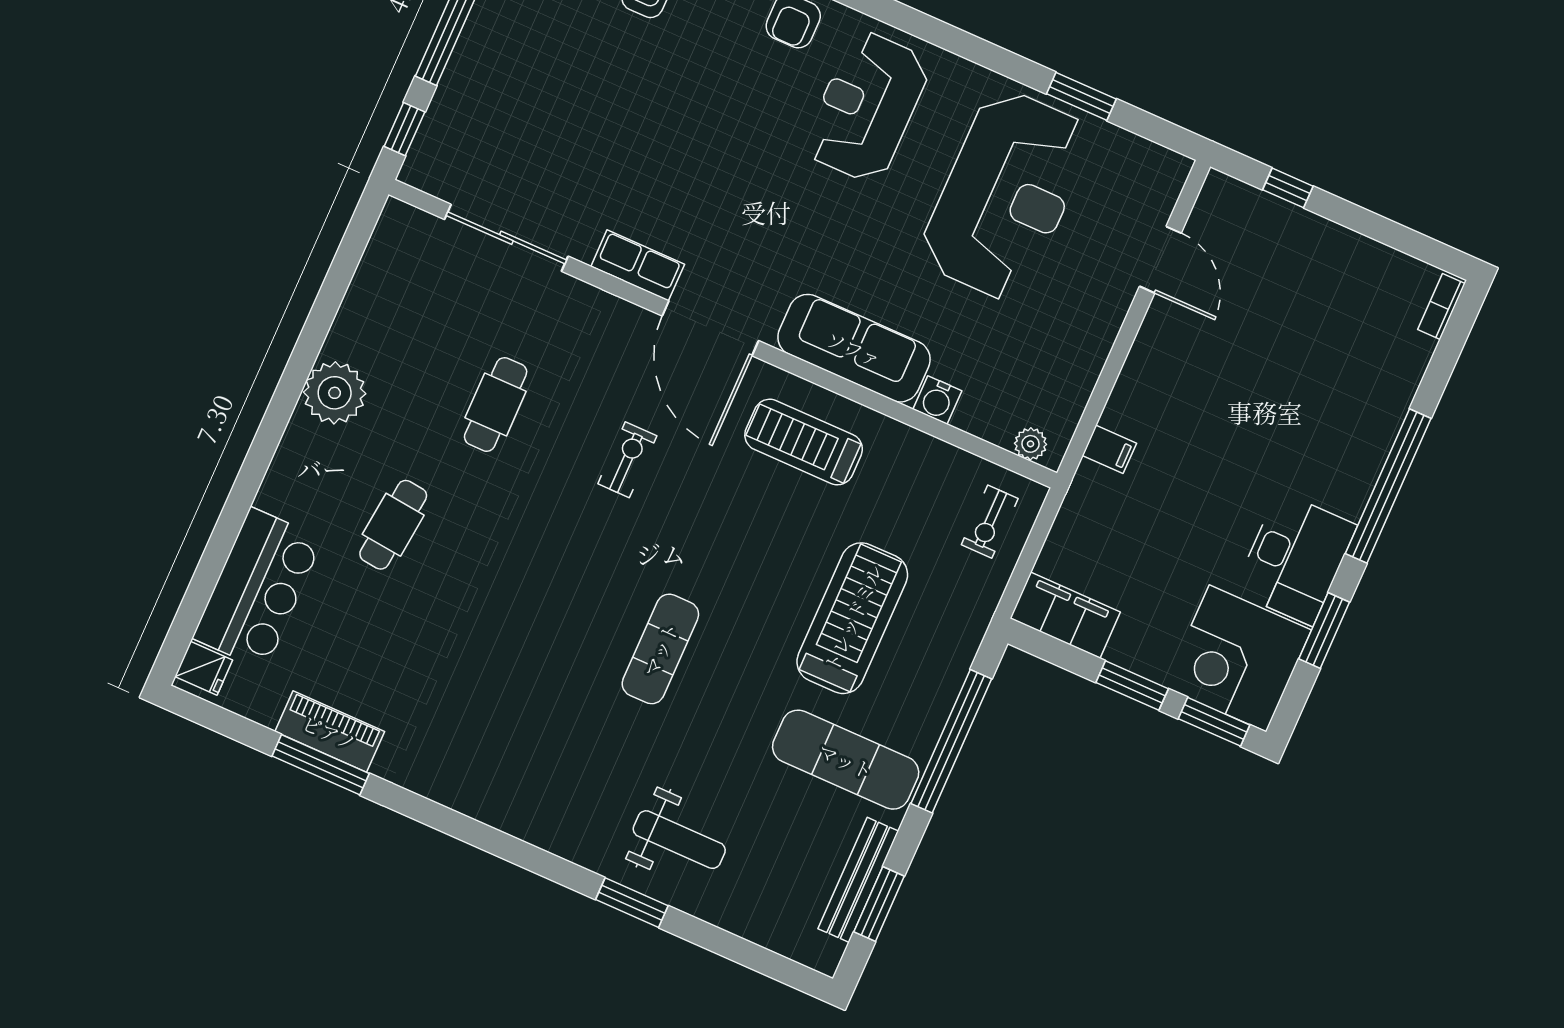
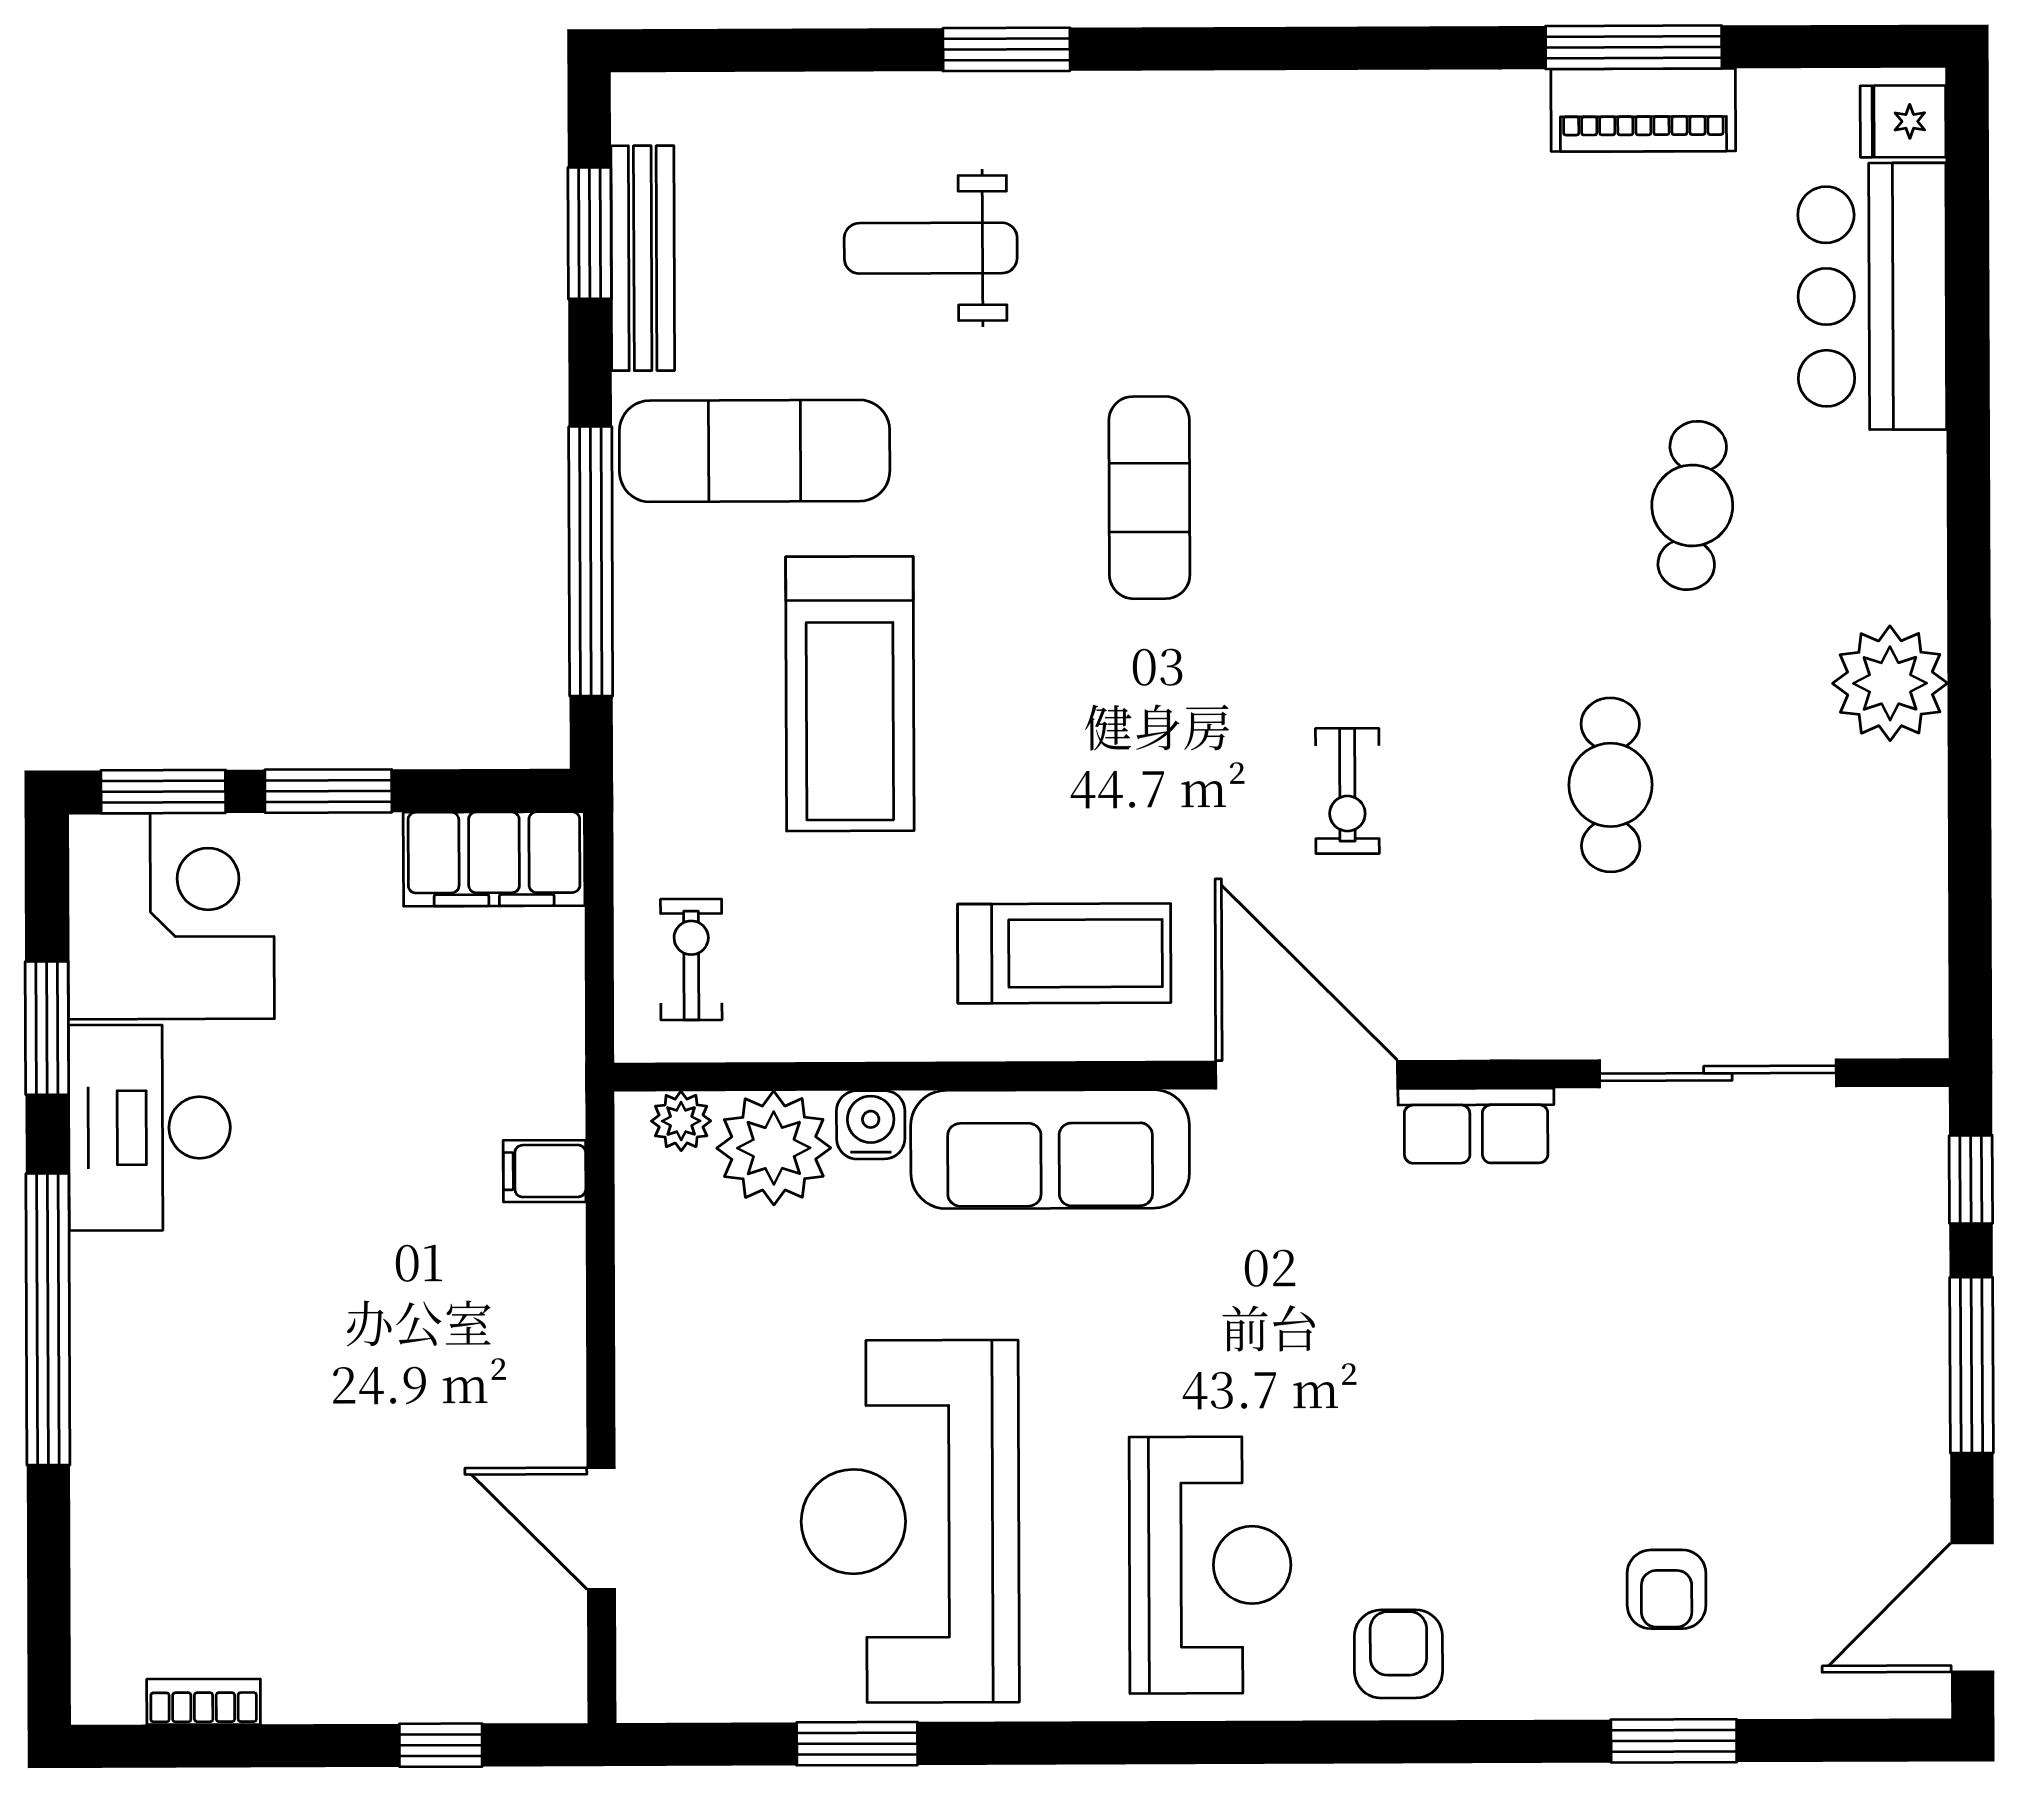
bookcase: (1441, 306) -> (204, 1702), moved, turned -90
plant: (991, 410) -> (774, 1148), added
weight bench: (679, 840) -> (931, 248), moved

